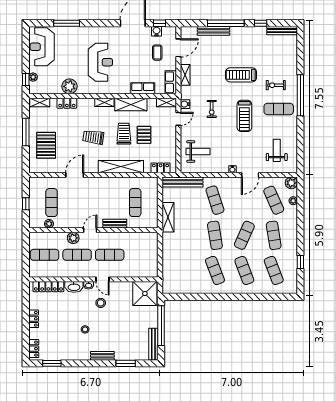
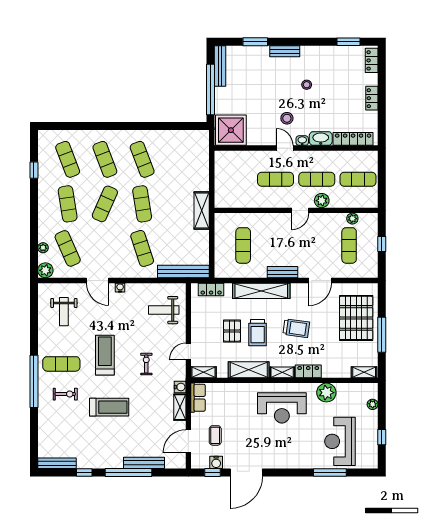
reception desk: (42, 47) -> (340, 441), moved, turned 180
reception desk: (100, 62) -> (282, 408), moved, turned -90
window: (26, 80) -> (382, 437), moved
row of seats: (143, 88) -> (234, 390), removed
locker: (67, 103) -> (308, 371), moved
water cooler: (185, 104) -> (180, 387), moved
pallet: (46, 145) -> (356, 318), width x1.37, depth x1.41
door: (250, 175) -> (98, 280), swing flipped
shelving: (168, 217) -> (202, 210), moved
bench: (115, 224) -> (282, 272), moved

